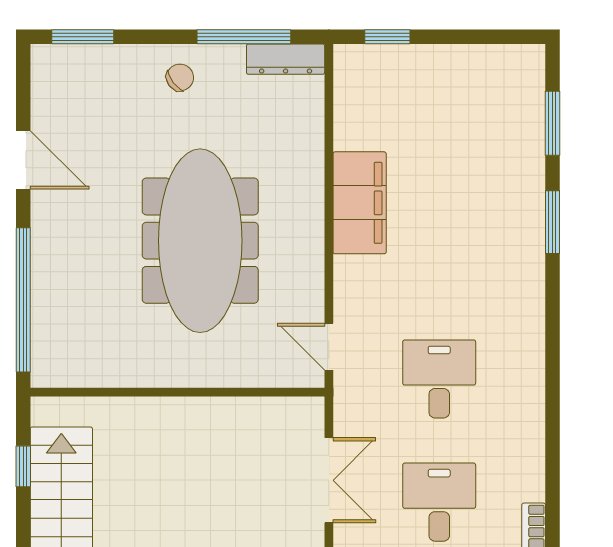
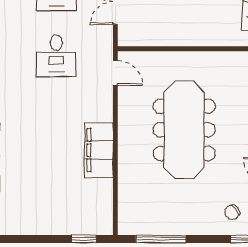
dresser: (286, 59) -> (139, 227), removed
chair: (180, 77) -> (232, 212), moved

